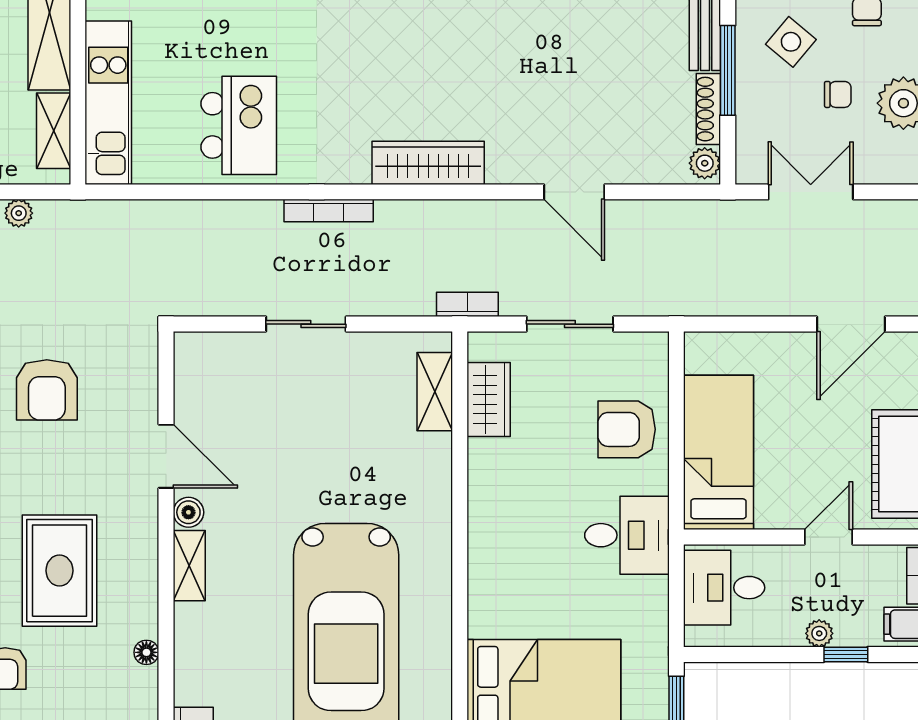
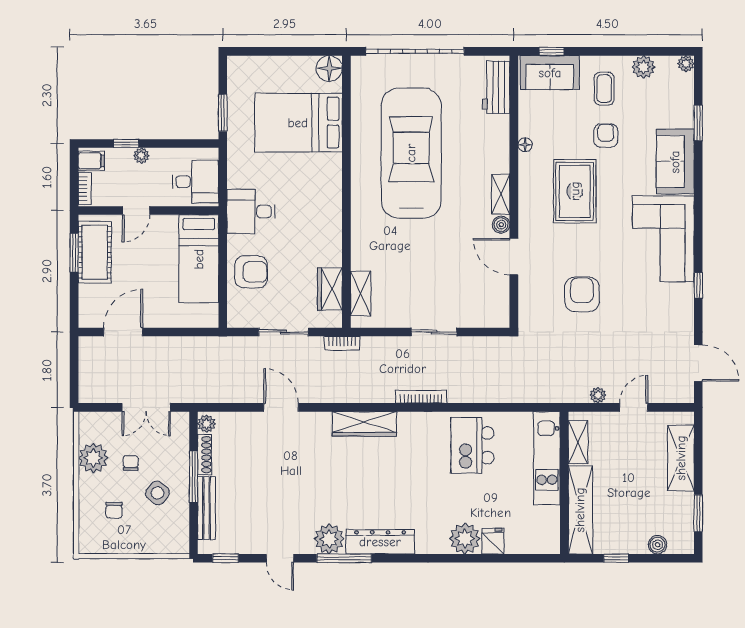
chair: (838, 94) -> (131, 463), turned 90

